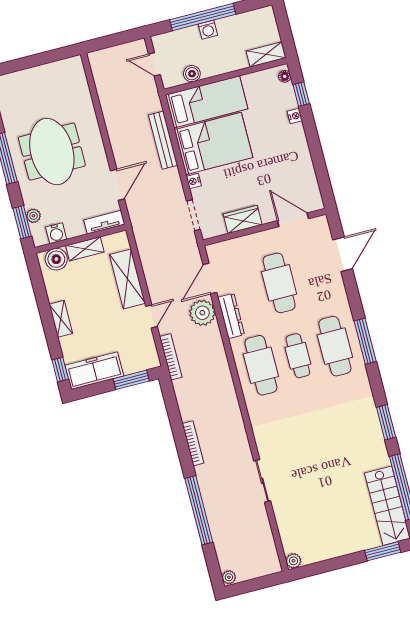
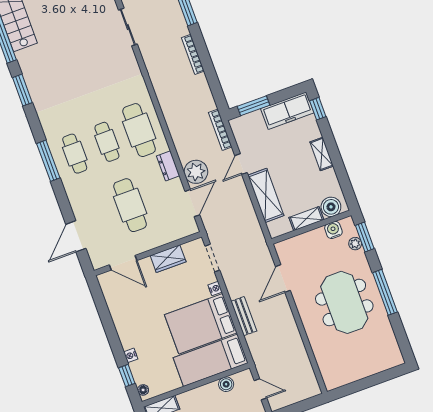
bench: (163, 140) -> (244, 316), width x0.73
tv unit: (104, 222) -> (291, 244), removed
dresser: (231, 316) -> (168, 166), width x0.70
cafe table: (335, 346) -> (75, 154), width x0.73, depth x0.74

